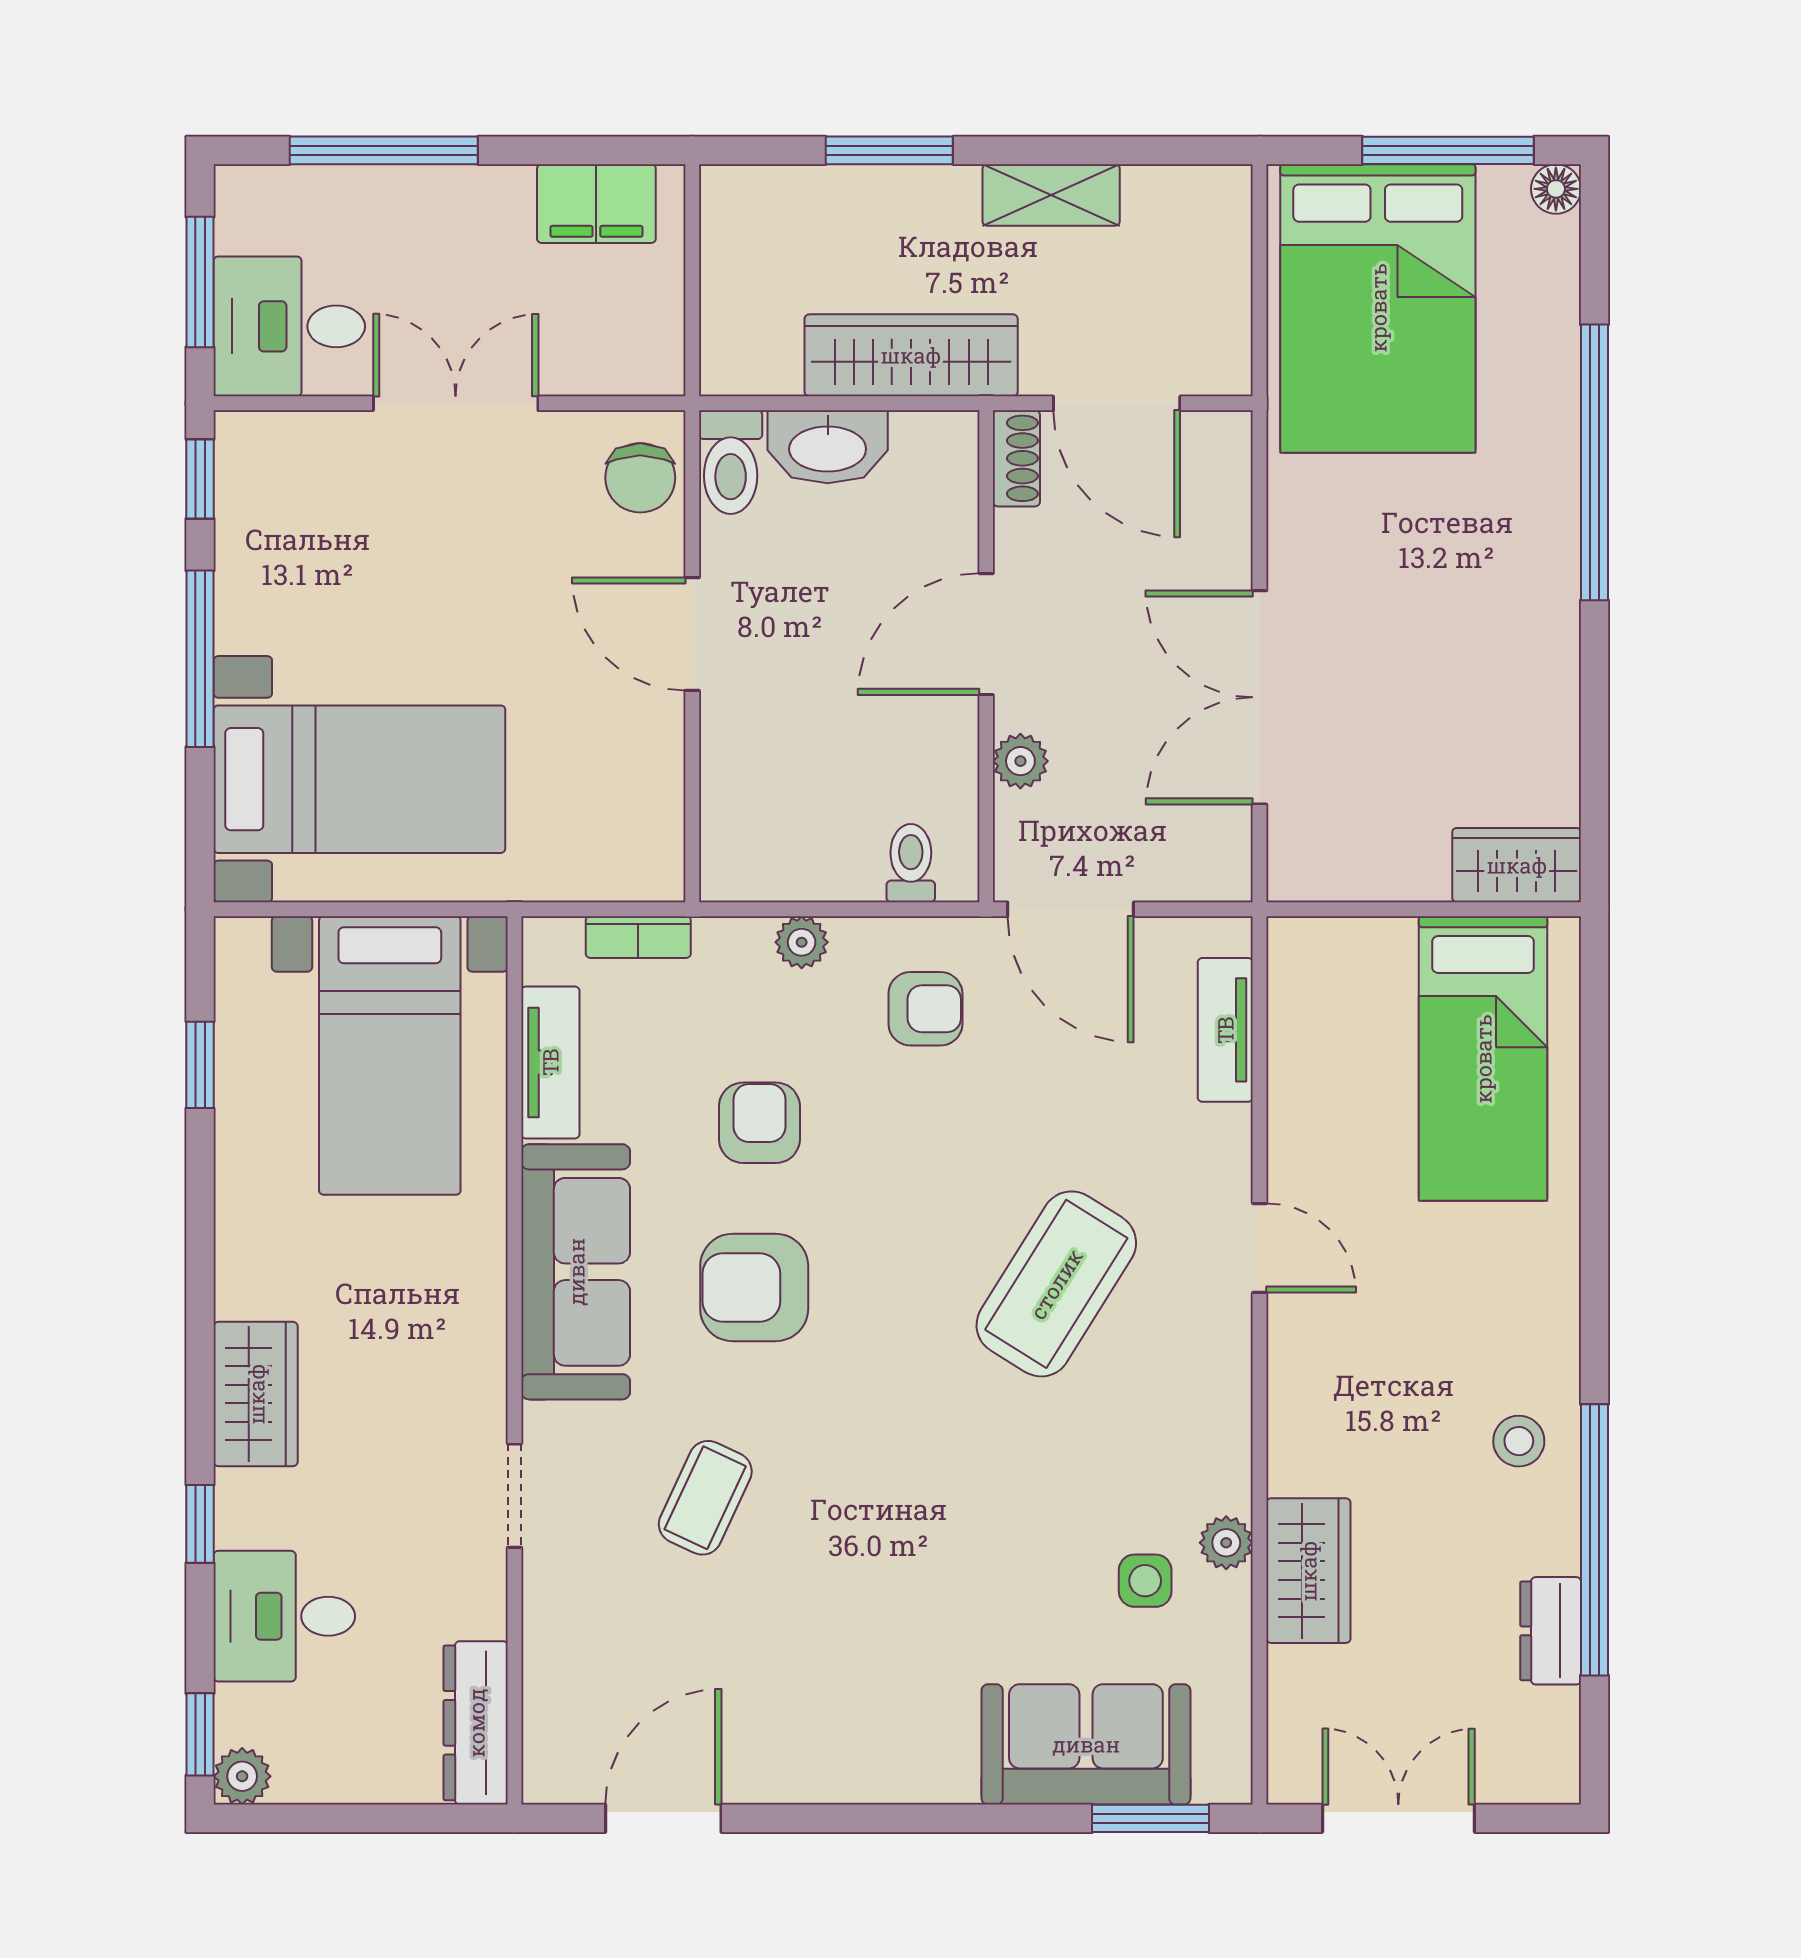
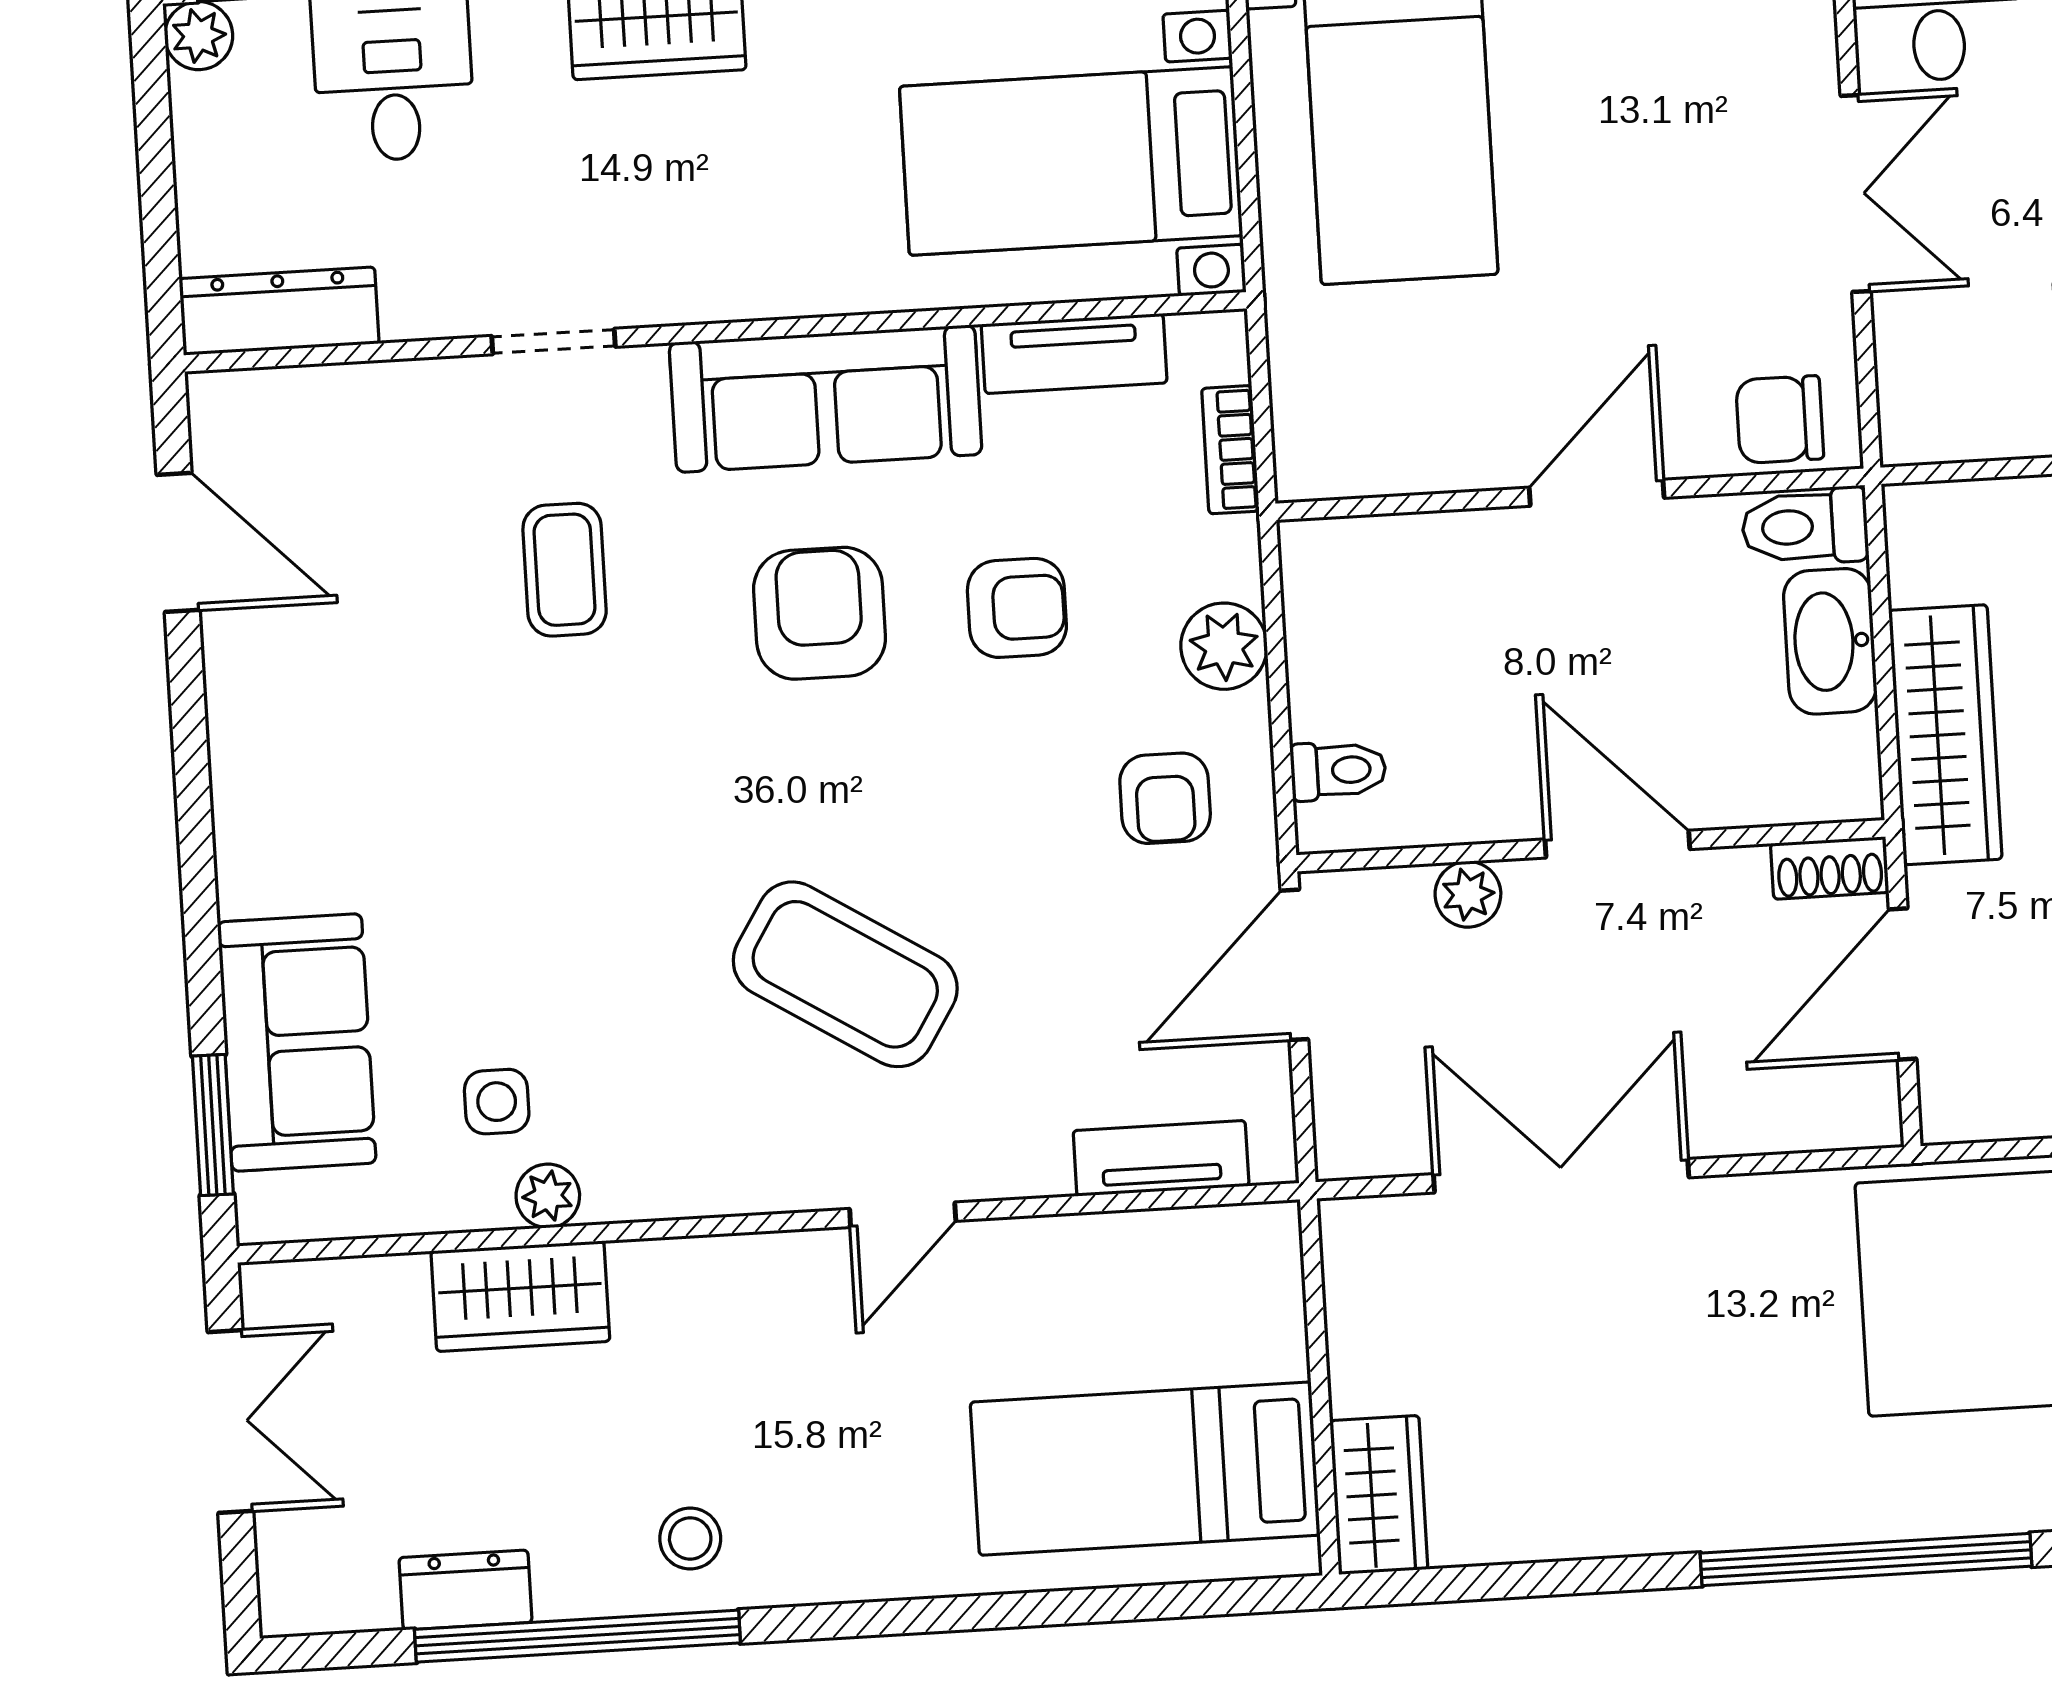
plant: (802, 942) -> (1224, 646), width x1.38, depth x1.38
coffee table: (705, 1498) -> (565, 570), turned 65

